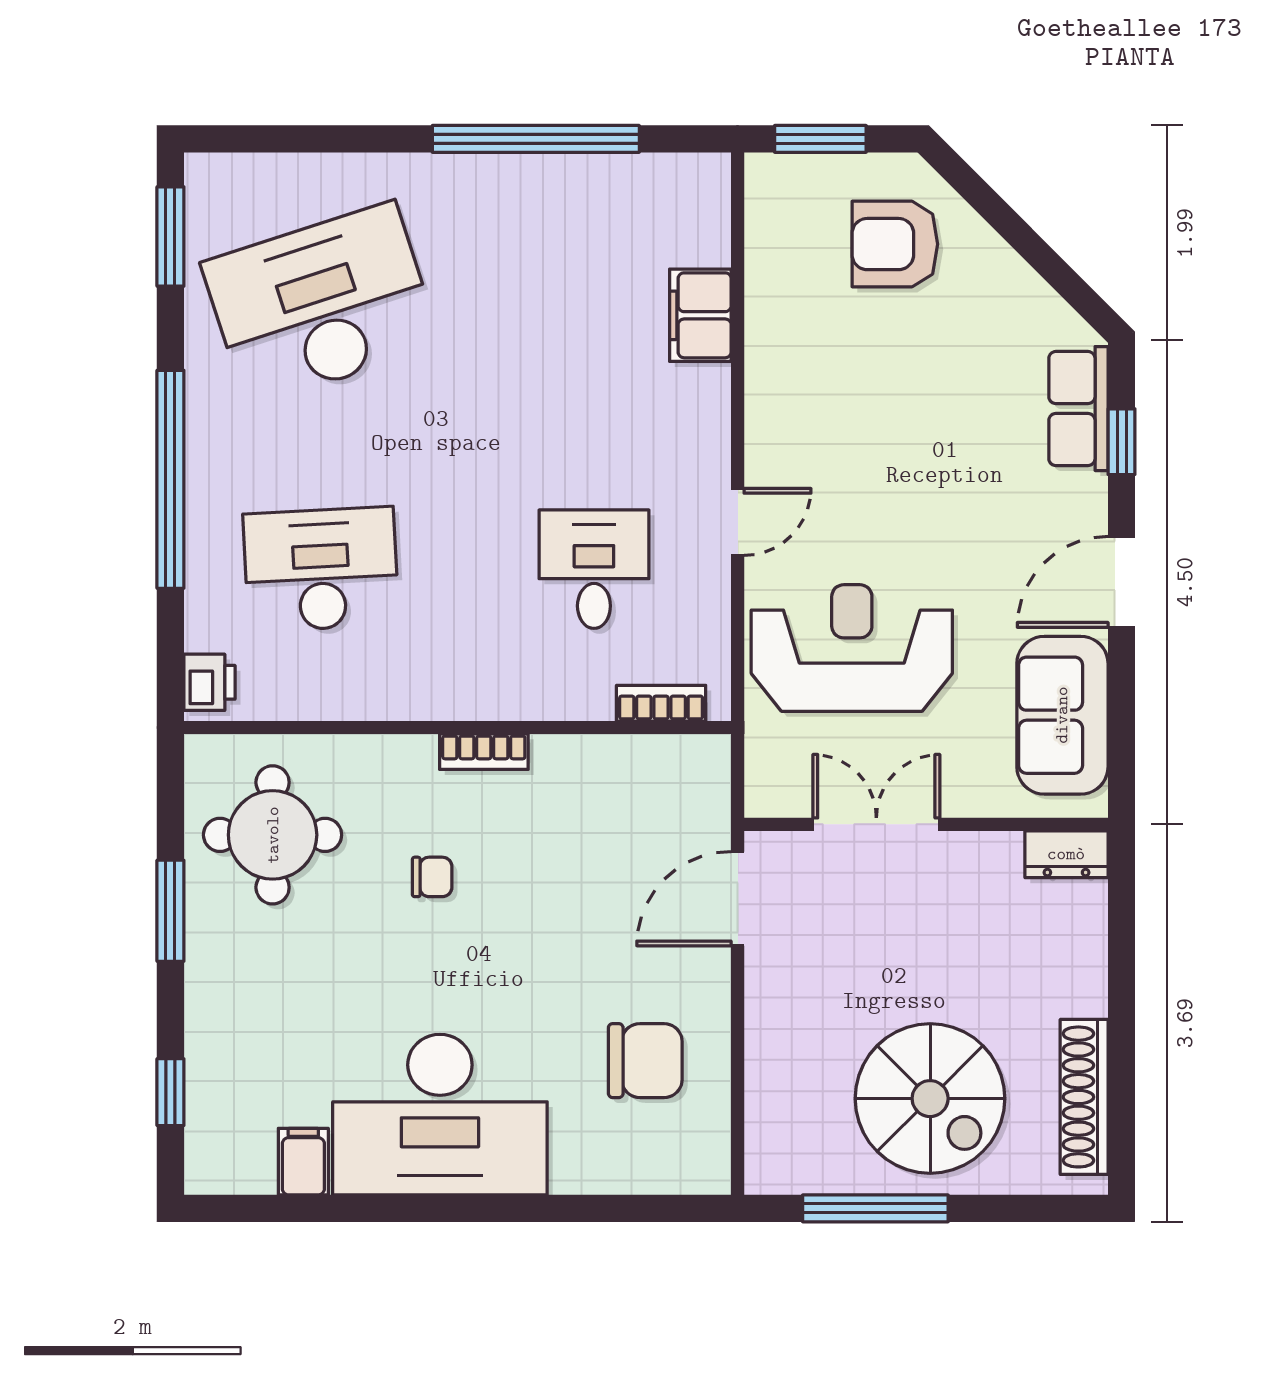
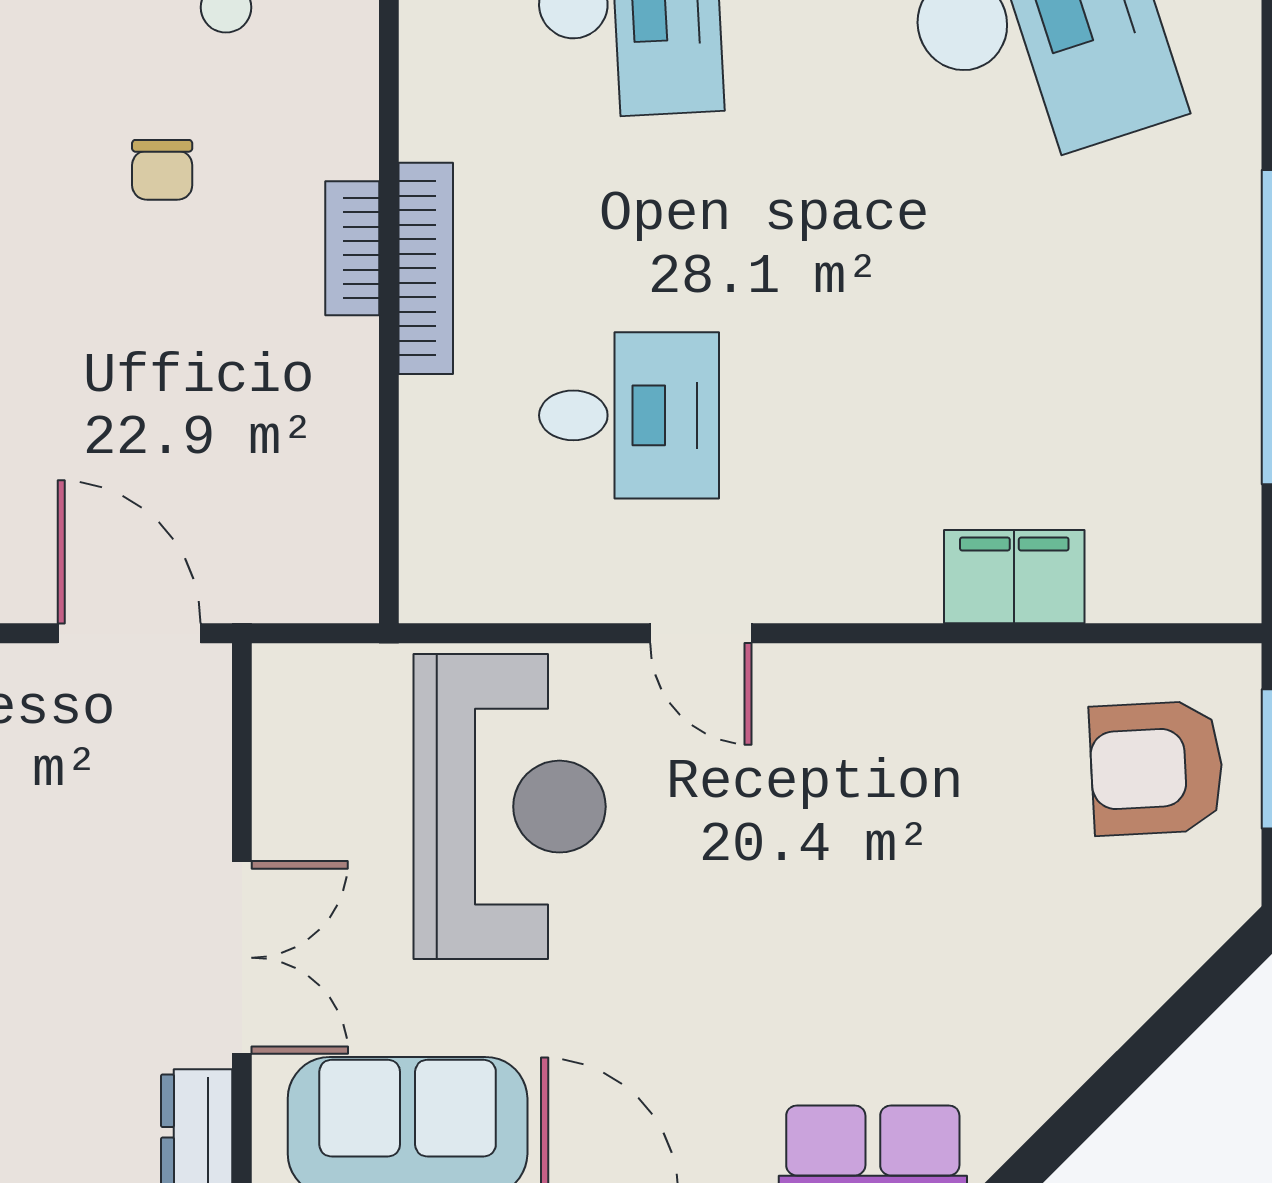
armchair: (895, 244) -> (1157, 768), moved, turned -93
bookcase: (661, 703) -> (426, 268), moved, width x1.56
double door: (876, 824) -> (242, 958), moved

